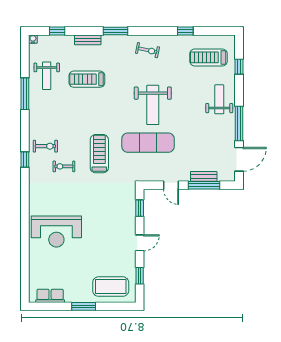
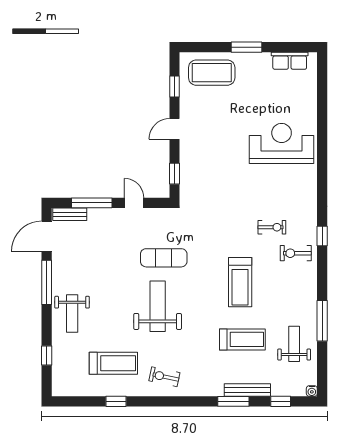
window: (115, 31) -> (233, 401), moved
bench: (88, 40) -> (247, 390), width x1.36
treadmill: (208, 57) -> (113, 363), moved
exercise mat: (148, 143) -> (164, 258), width x0.73, depth x0.69
treadmill: (99, 154) -> (240, 282), moved
bench: (204, 176) -> (70, 214), moved

